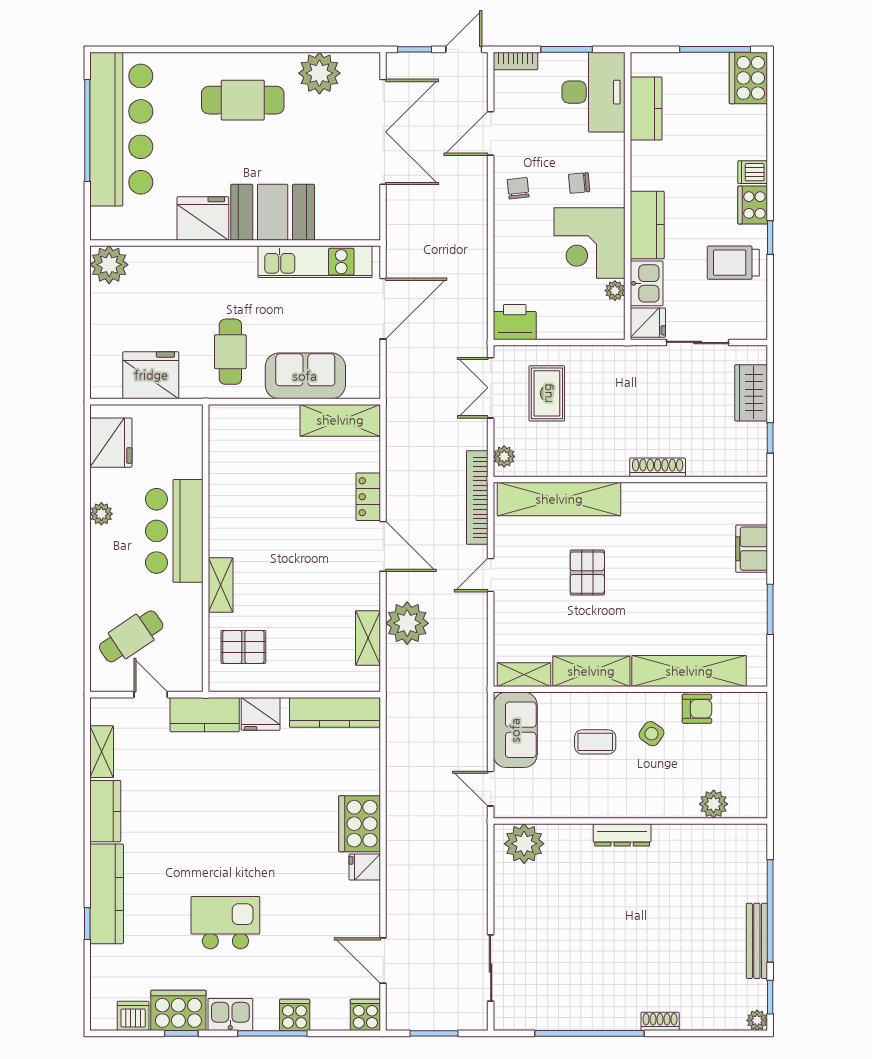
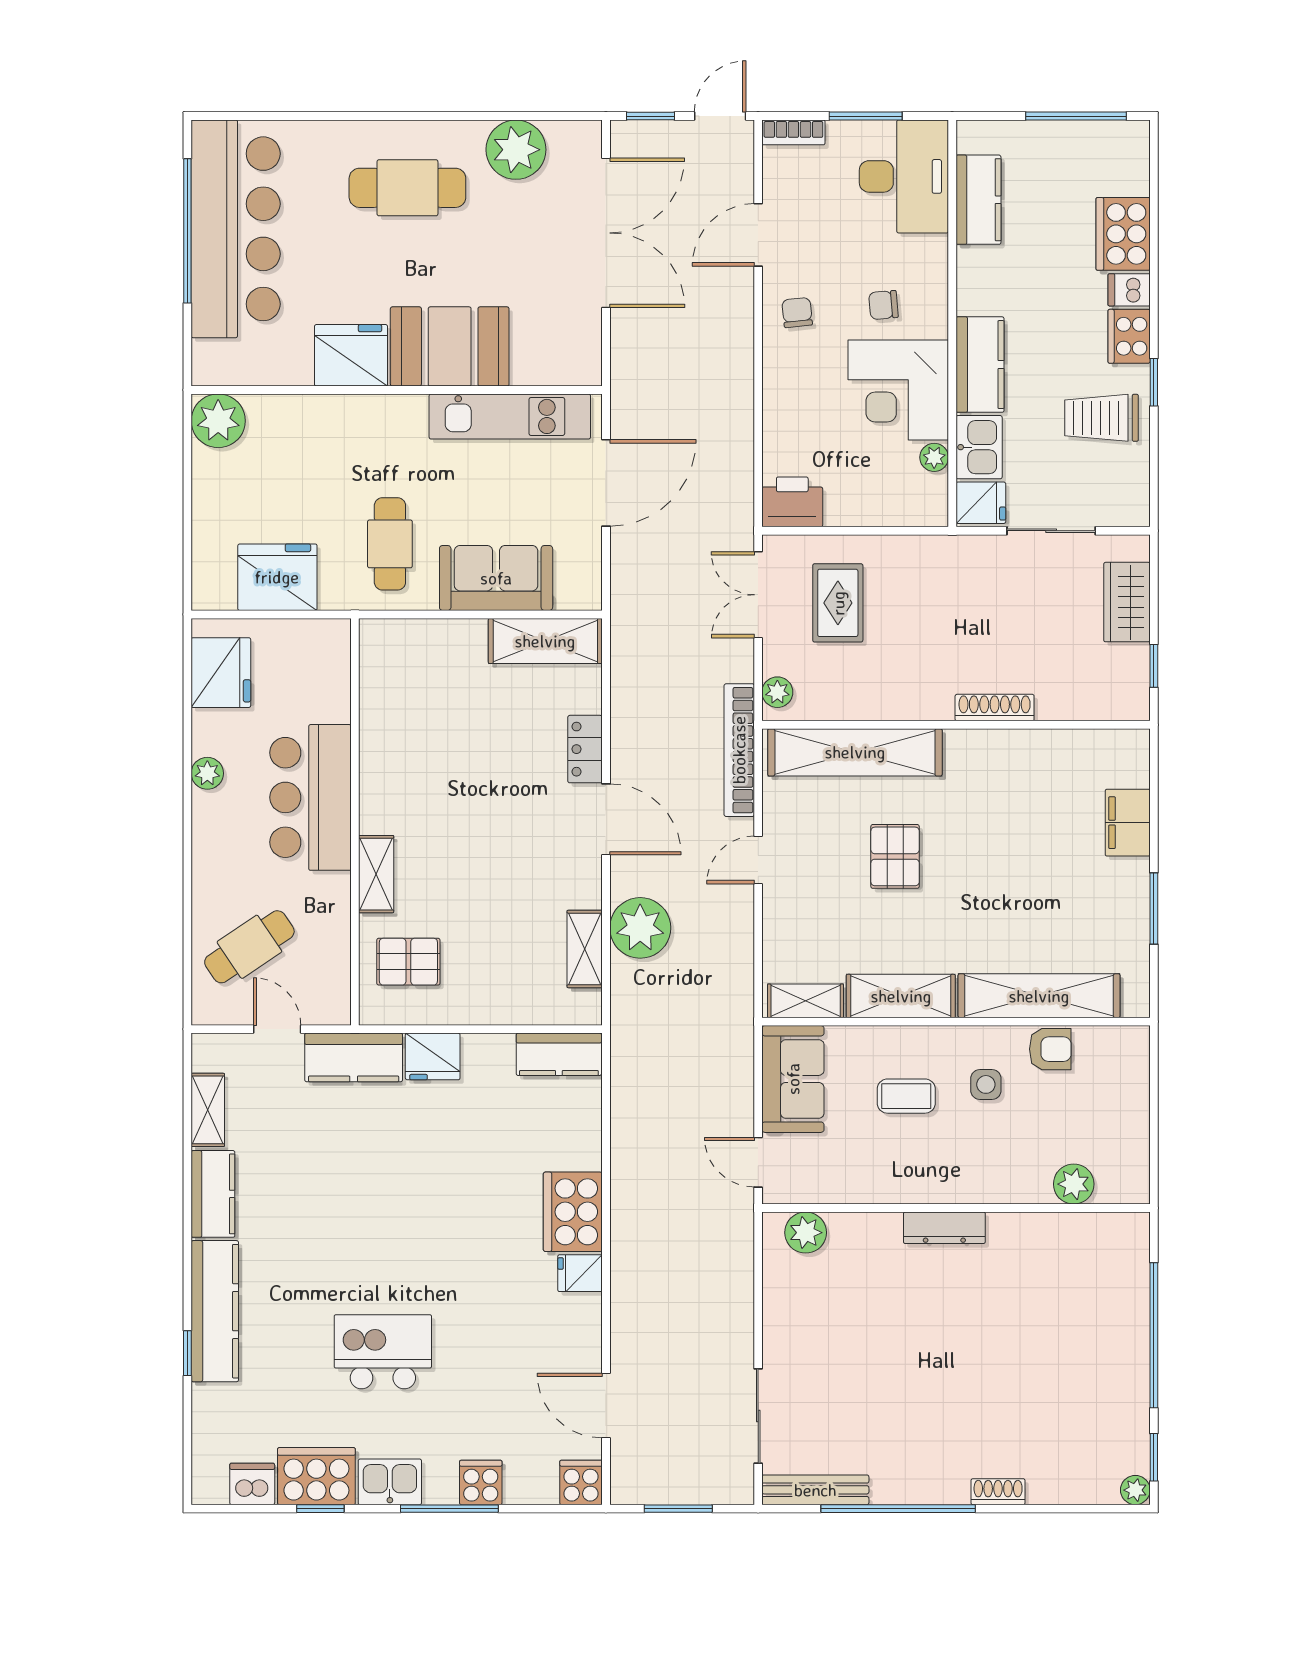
cooker: (748, 78) -> (1123, 234), moved
kitchen counter: (335, 712) -> (559, 1054), width x0.67
side table: (651, 734) -> (986, 1084), turned -35
plant: (524, 844) -> (806, 1233), width x0.73, depth x0.73
bench: (757, 941) -> (815, 1490), moved, turned 90

